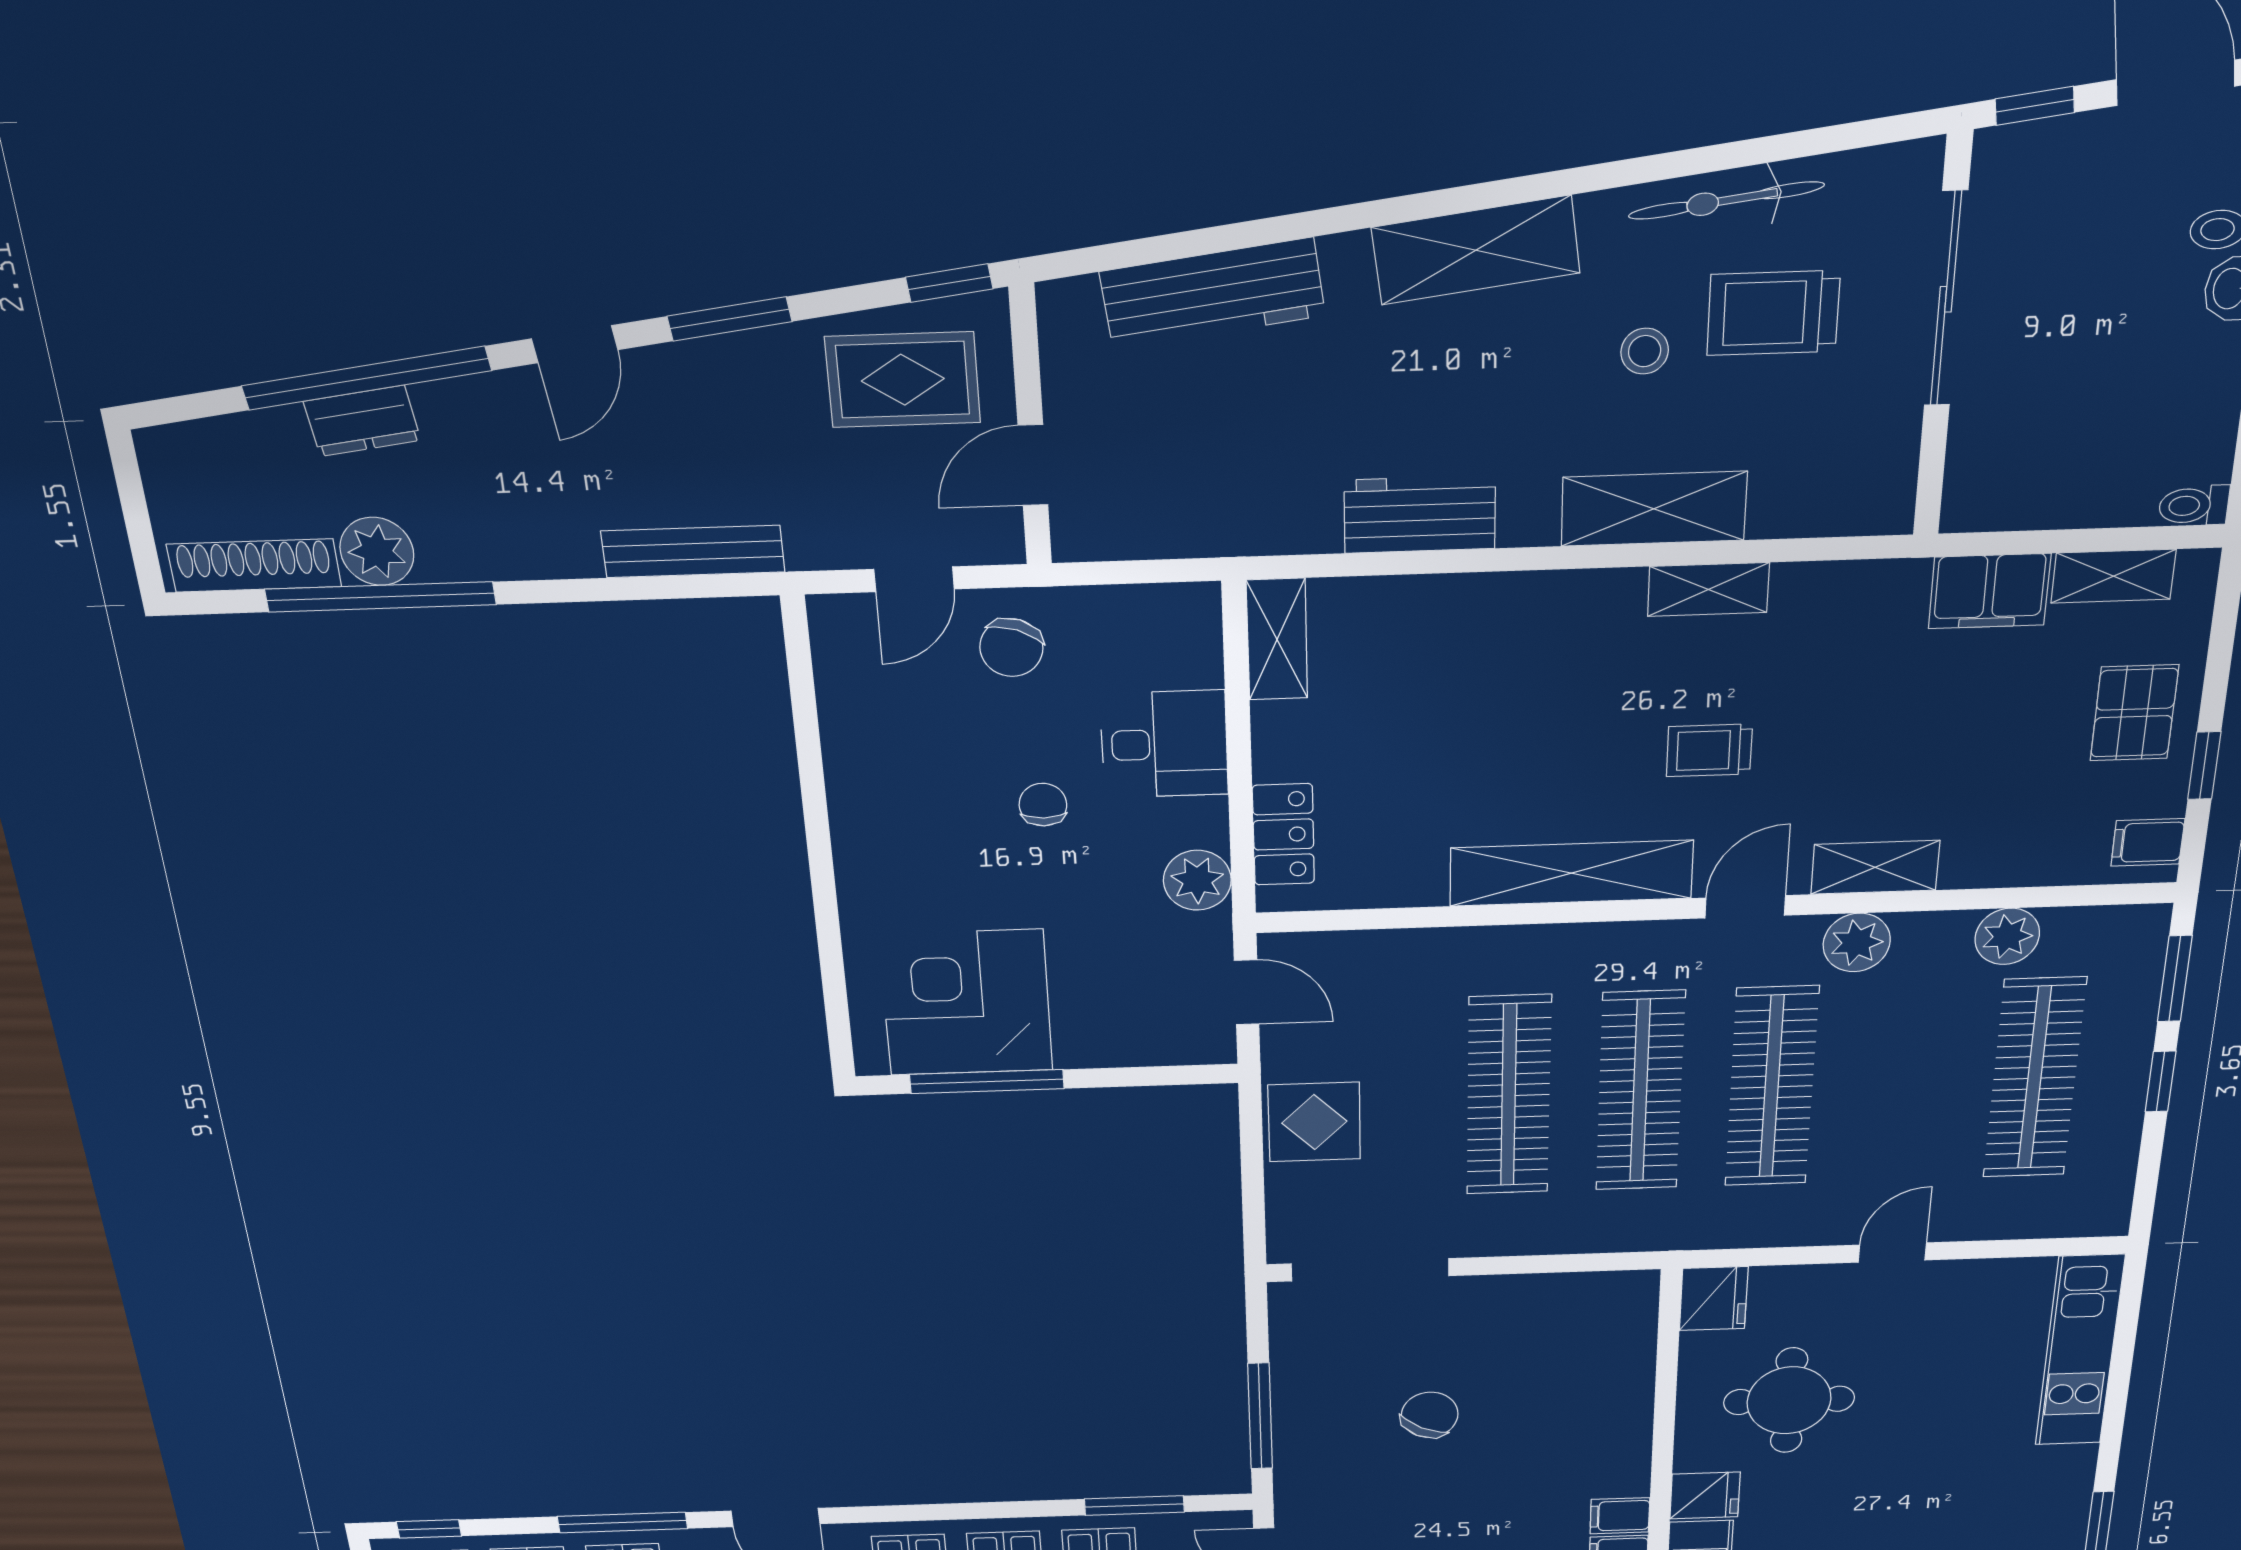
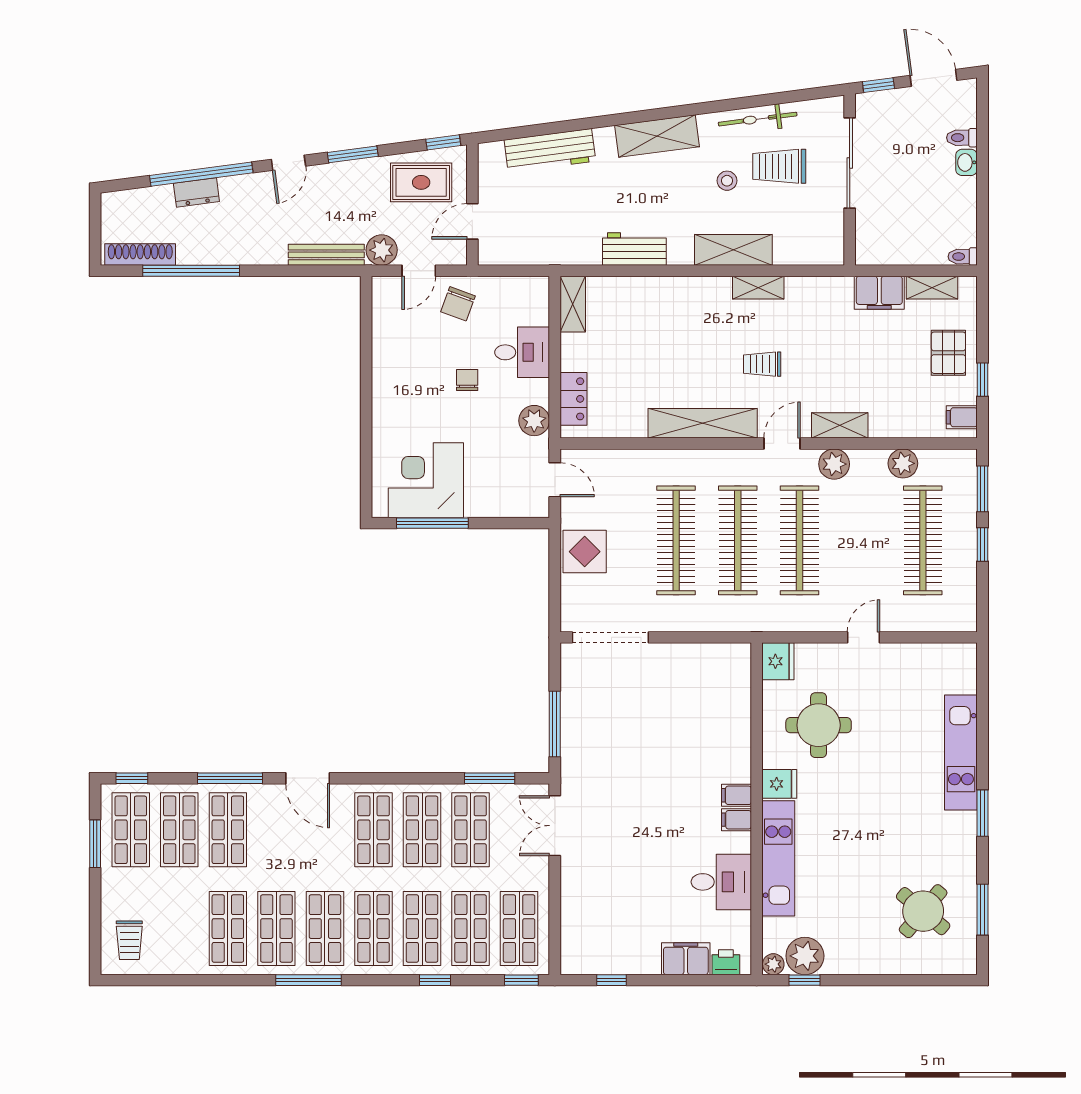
plant: (377, 551) -> (382, 250), moved
kitchen unit: (2080, 1351) -> (961, 753), moved
chair: (1430, 1415) -> (639, 727), removed

